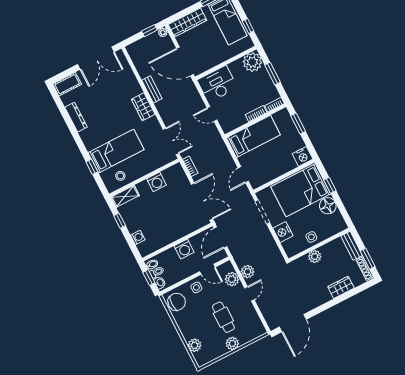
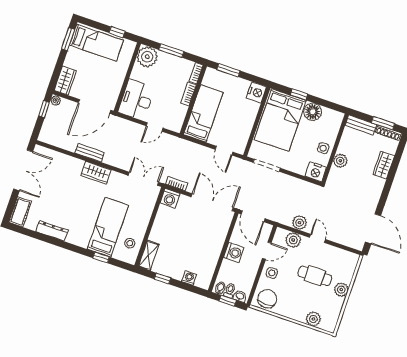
wardrobe: (187, 22) -> (65, 81), width x0.67
washing machine: (156, 182) -> (170, 198), moved, turned 90
nightstand: (283, 232) -> (316, 172), moved

